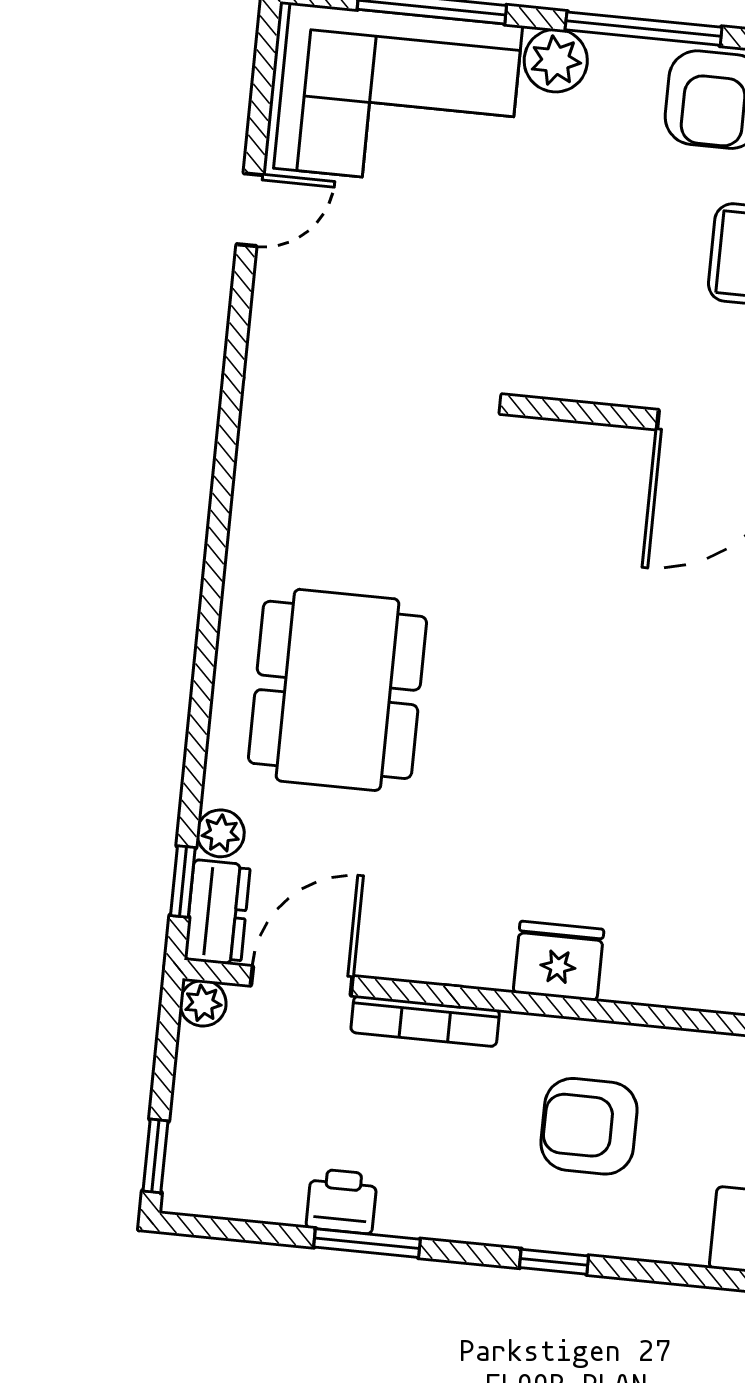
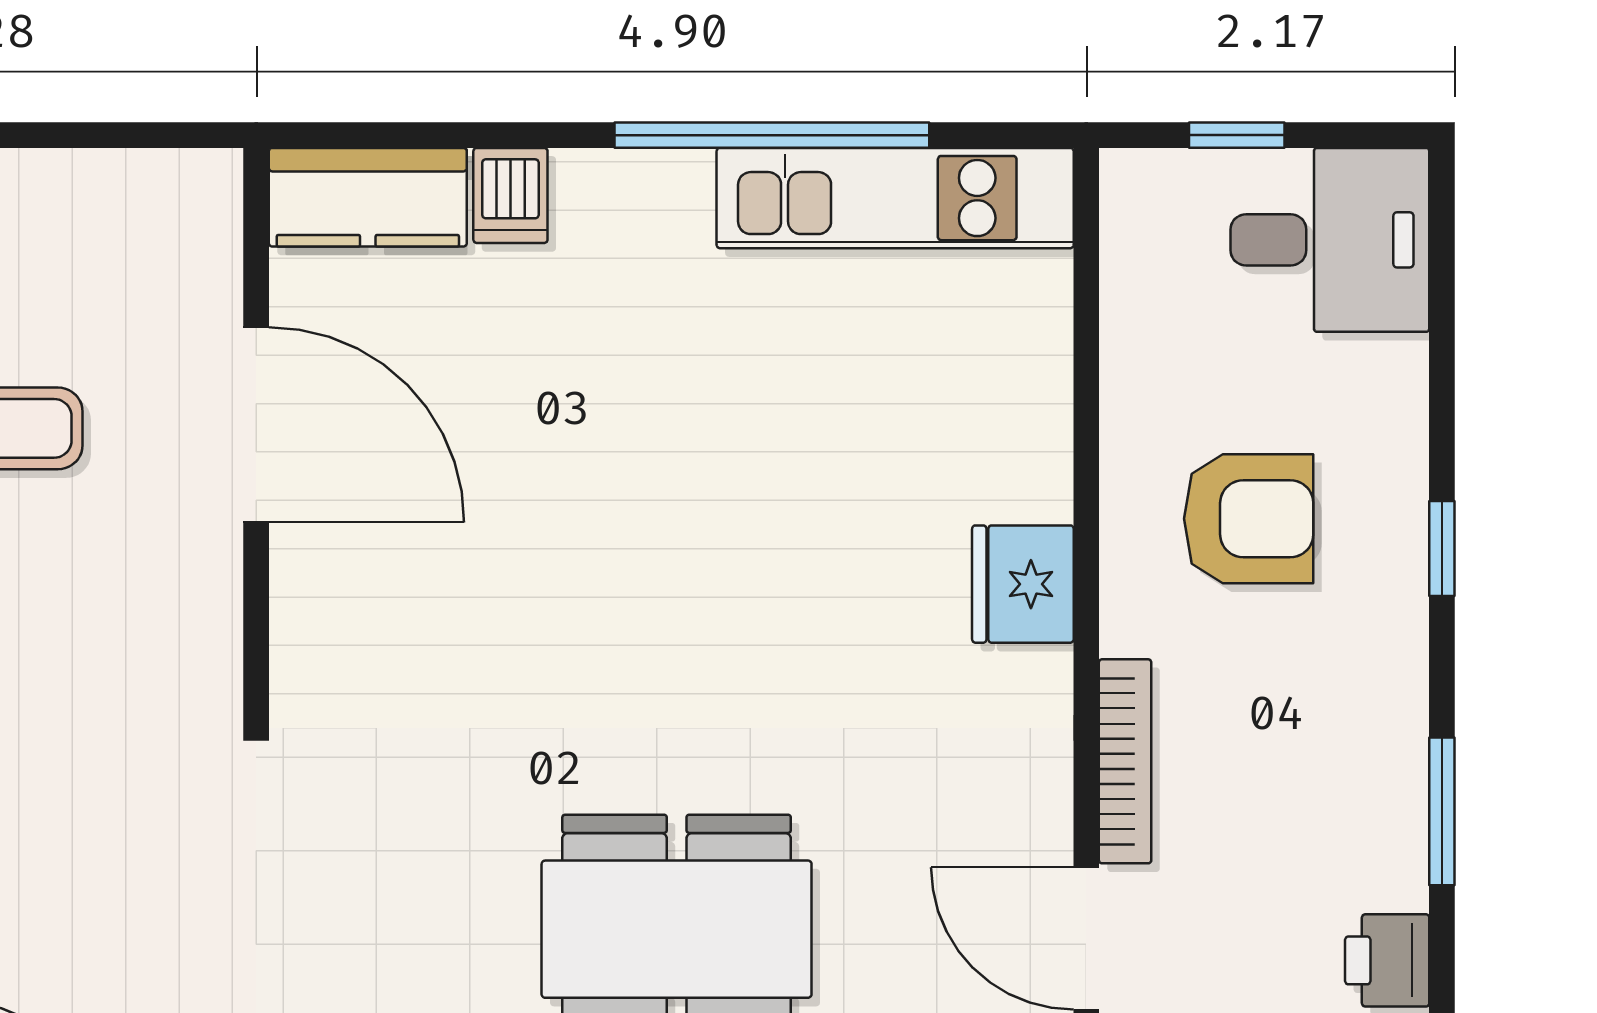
armchair: (589, 1126) -> (1249, 519), turned -90
printer: (342, 1201) -> (1387, 960), moved

